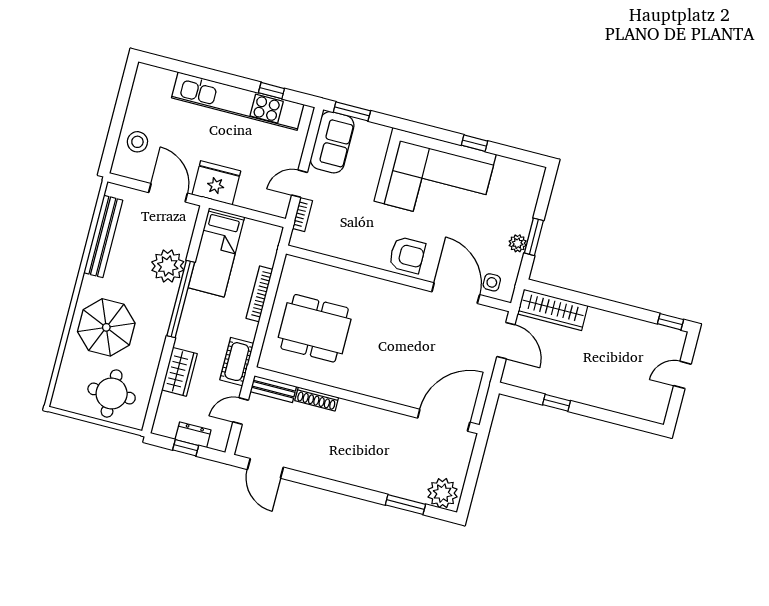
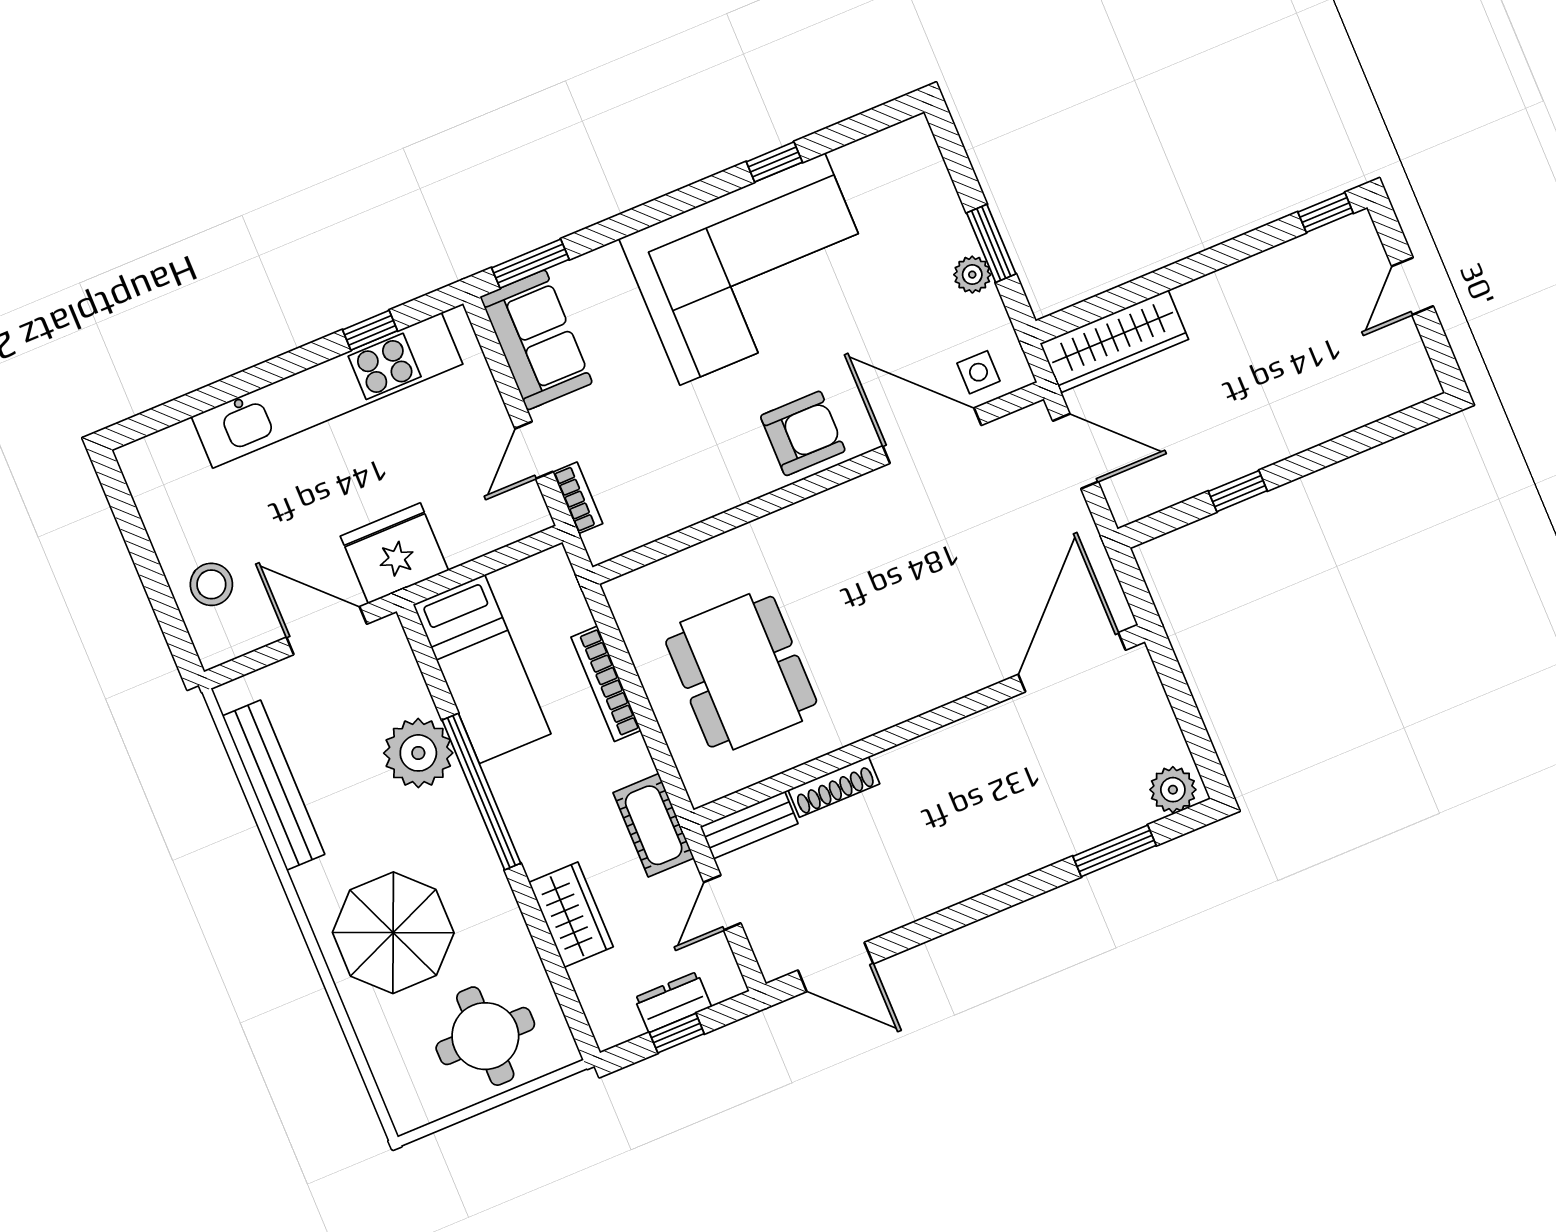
dining table: (315, 328) -> (741, 672), turned 90
plant: (443, 493) -> (1173, 790), width x0.73, depth x0.73

